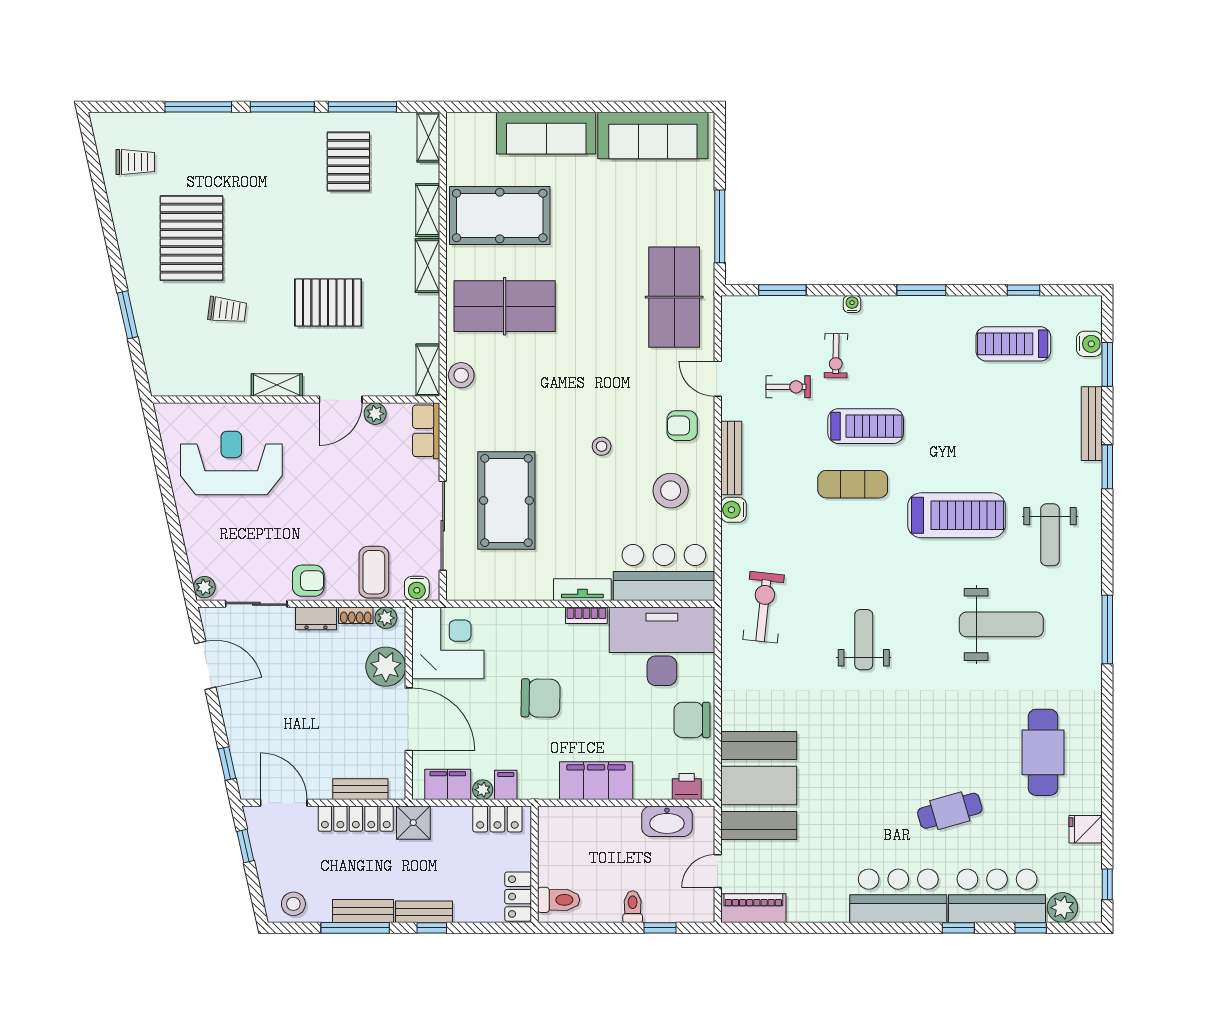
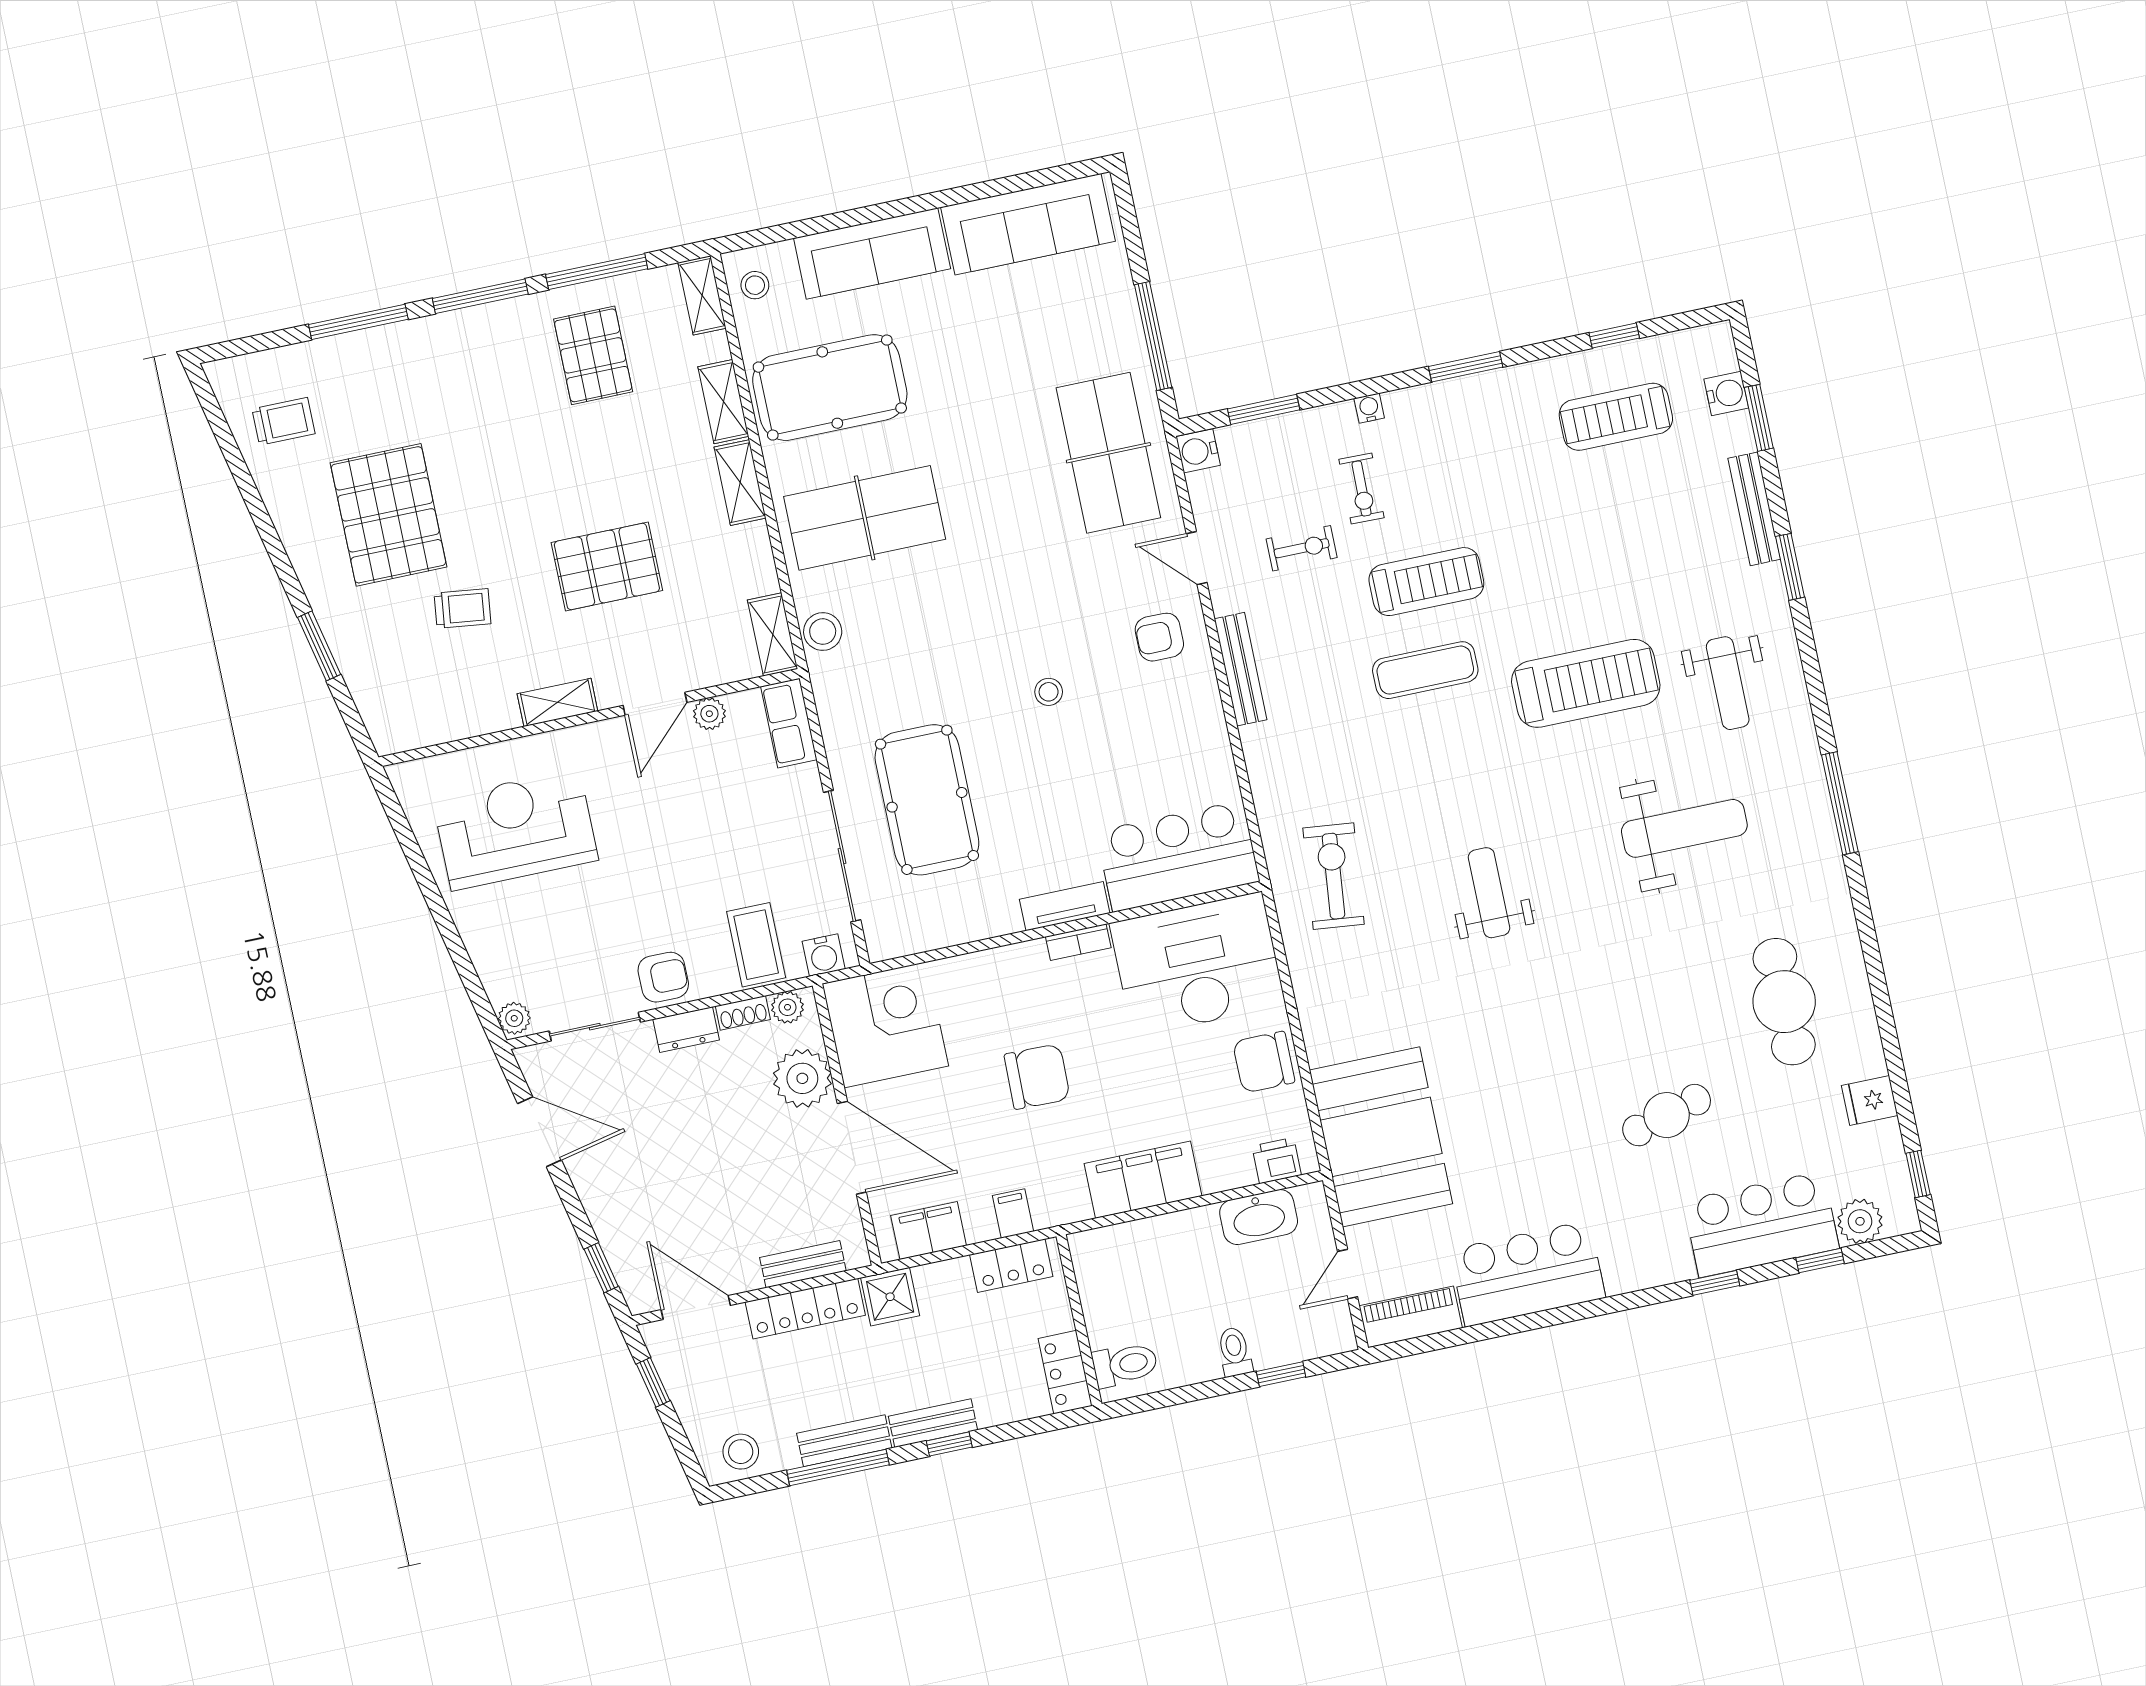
stool: (671, 491) -> (755, 285), moved, width x0.53, depth x0.53
water cooler: (733, 510) -> (1198, 451), moved
plant: (483, 790) -> (981, 1227), removed
bar counter: (898, 896) -> (1527, 1274), moved

